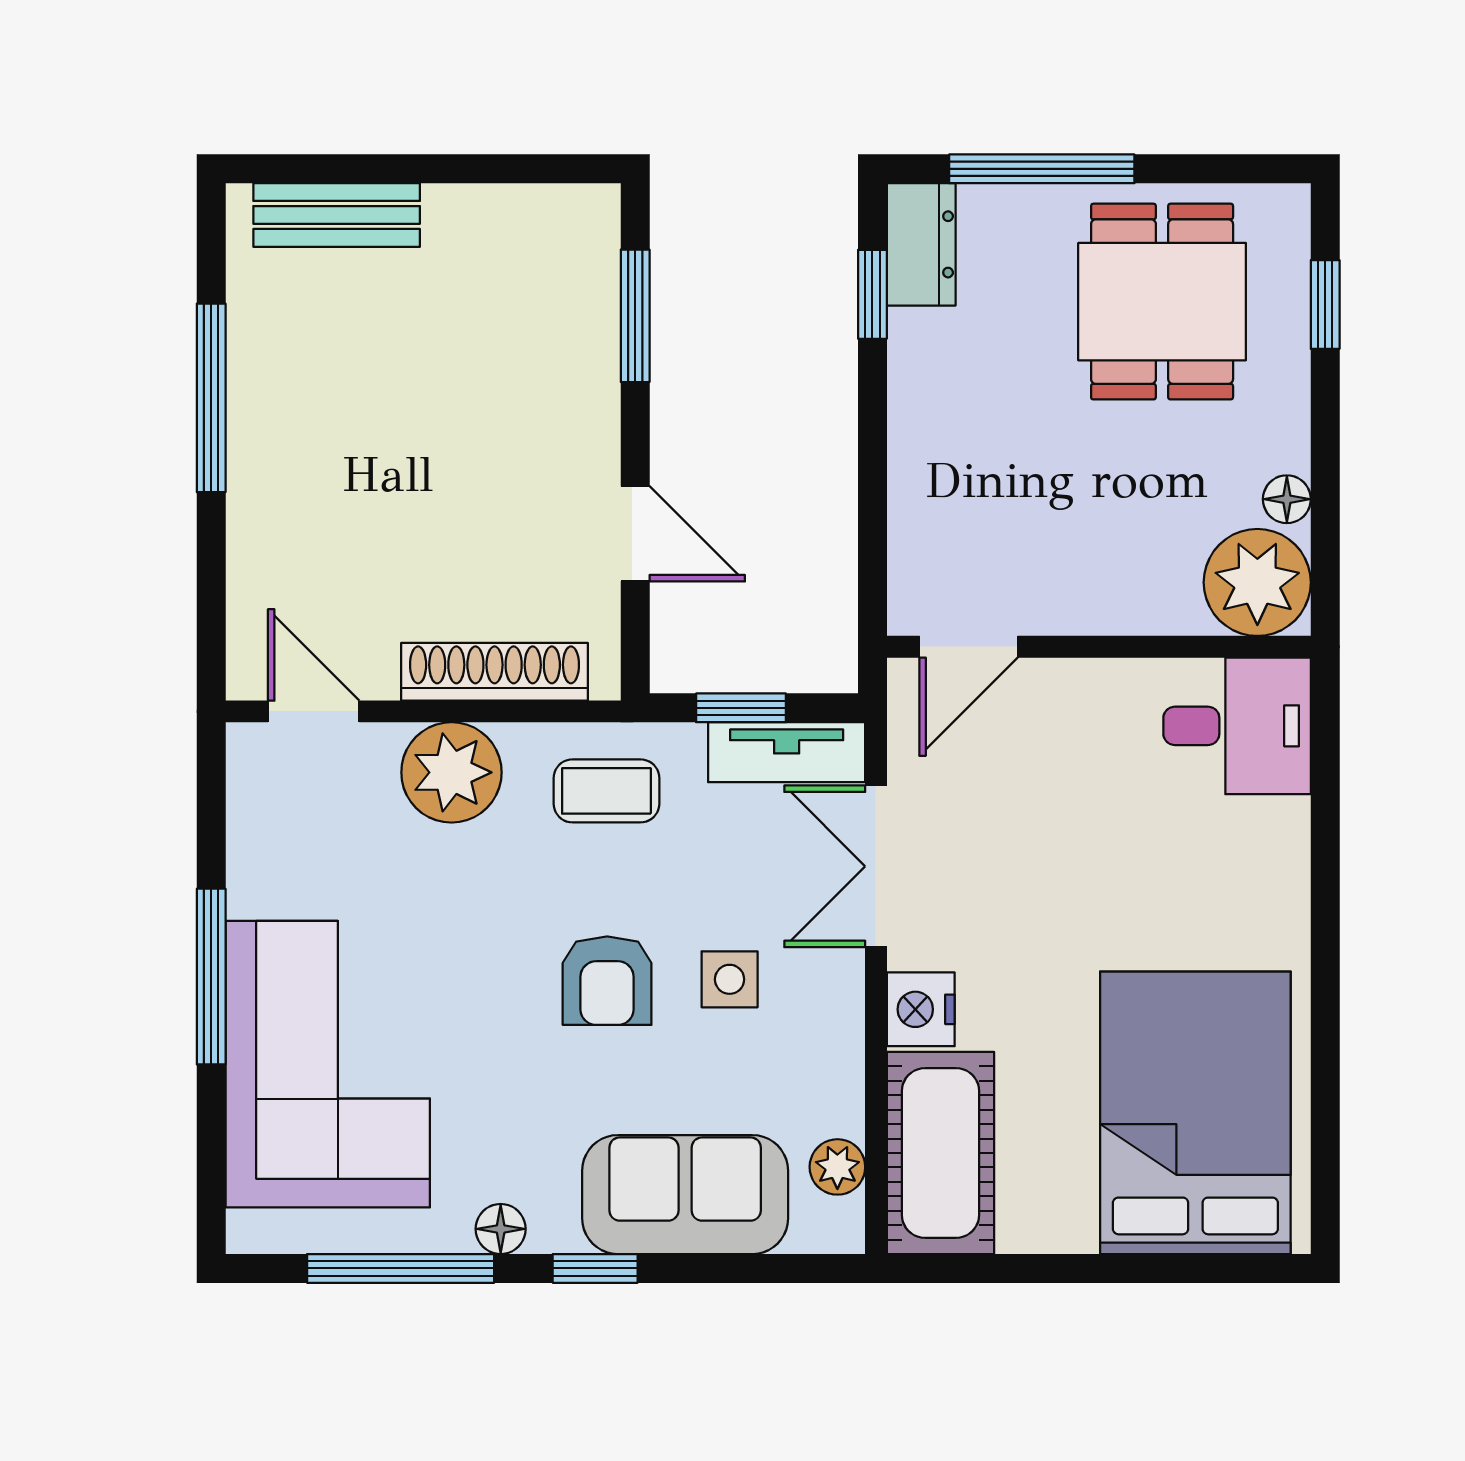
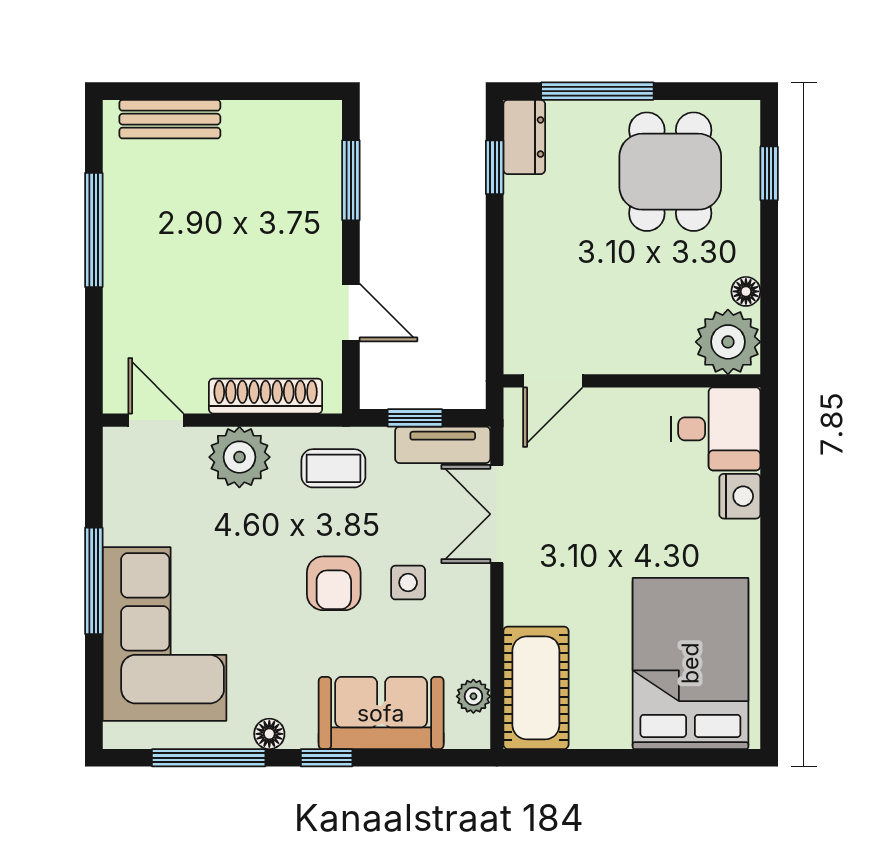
nightstand: (921, 1009) -> (740, 496), moved, turned 180

